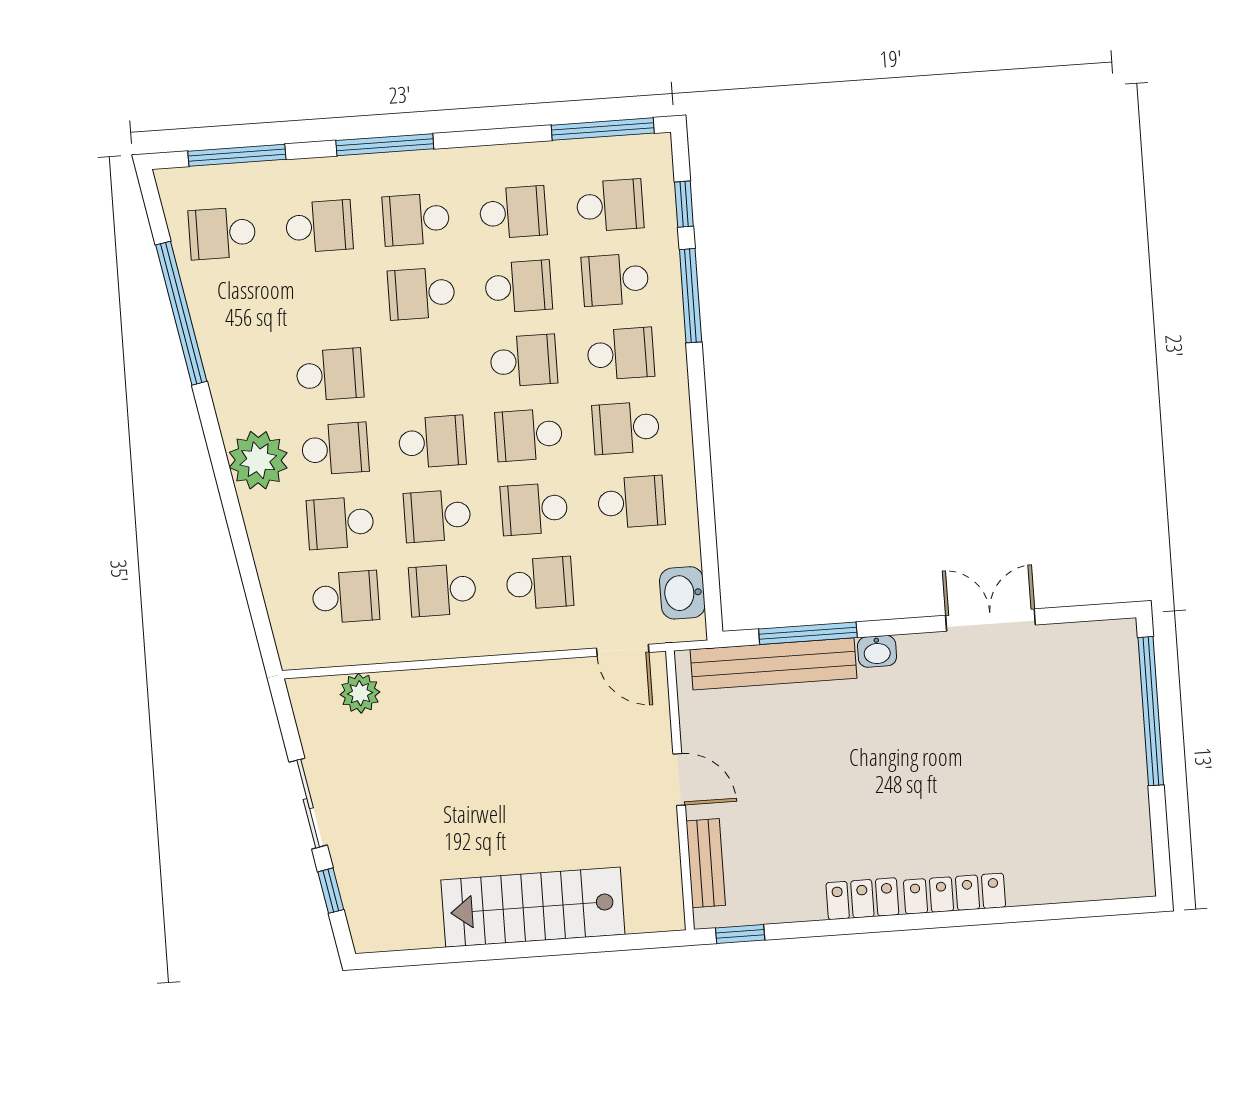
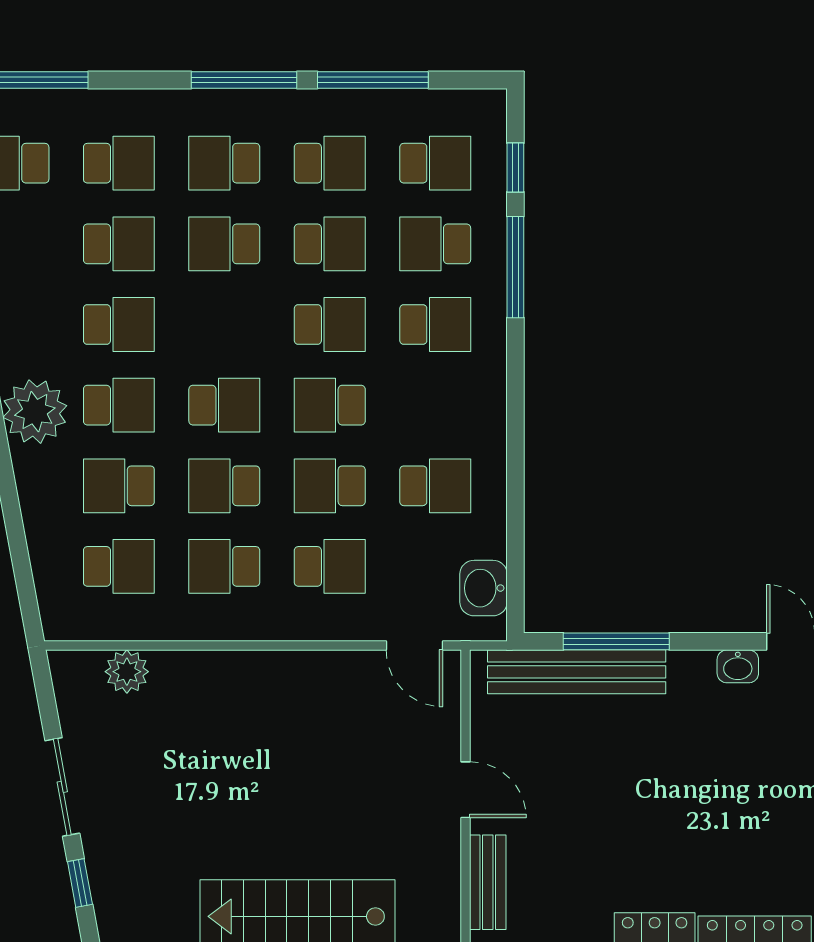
window: (603, 129) -> (373, 80), moved
window: (385, 145) -> (244, 80), moved
school desk: (626, 428) -> (119, 244), moved, turned 180
washbasin: (877, 651) -> (738, 666), moved

